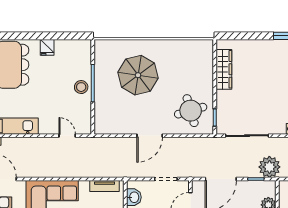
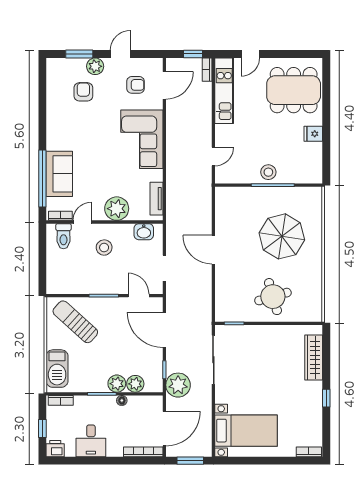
wardrobe: (224, 69) -> (314, 358), moved, turned 90
round table: (191, 111) -> (273, 297), moved

